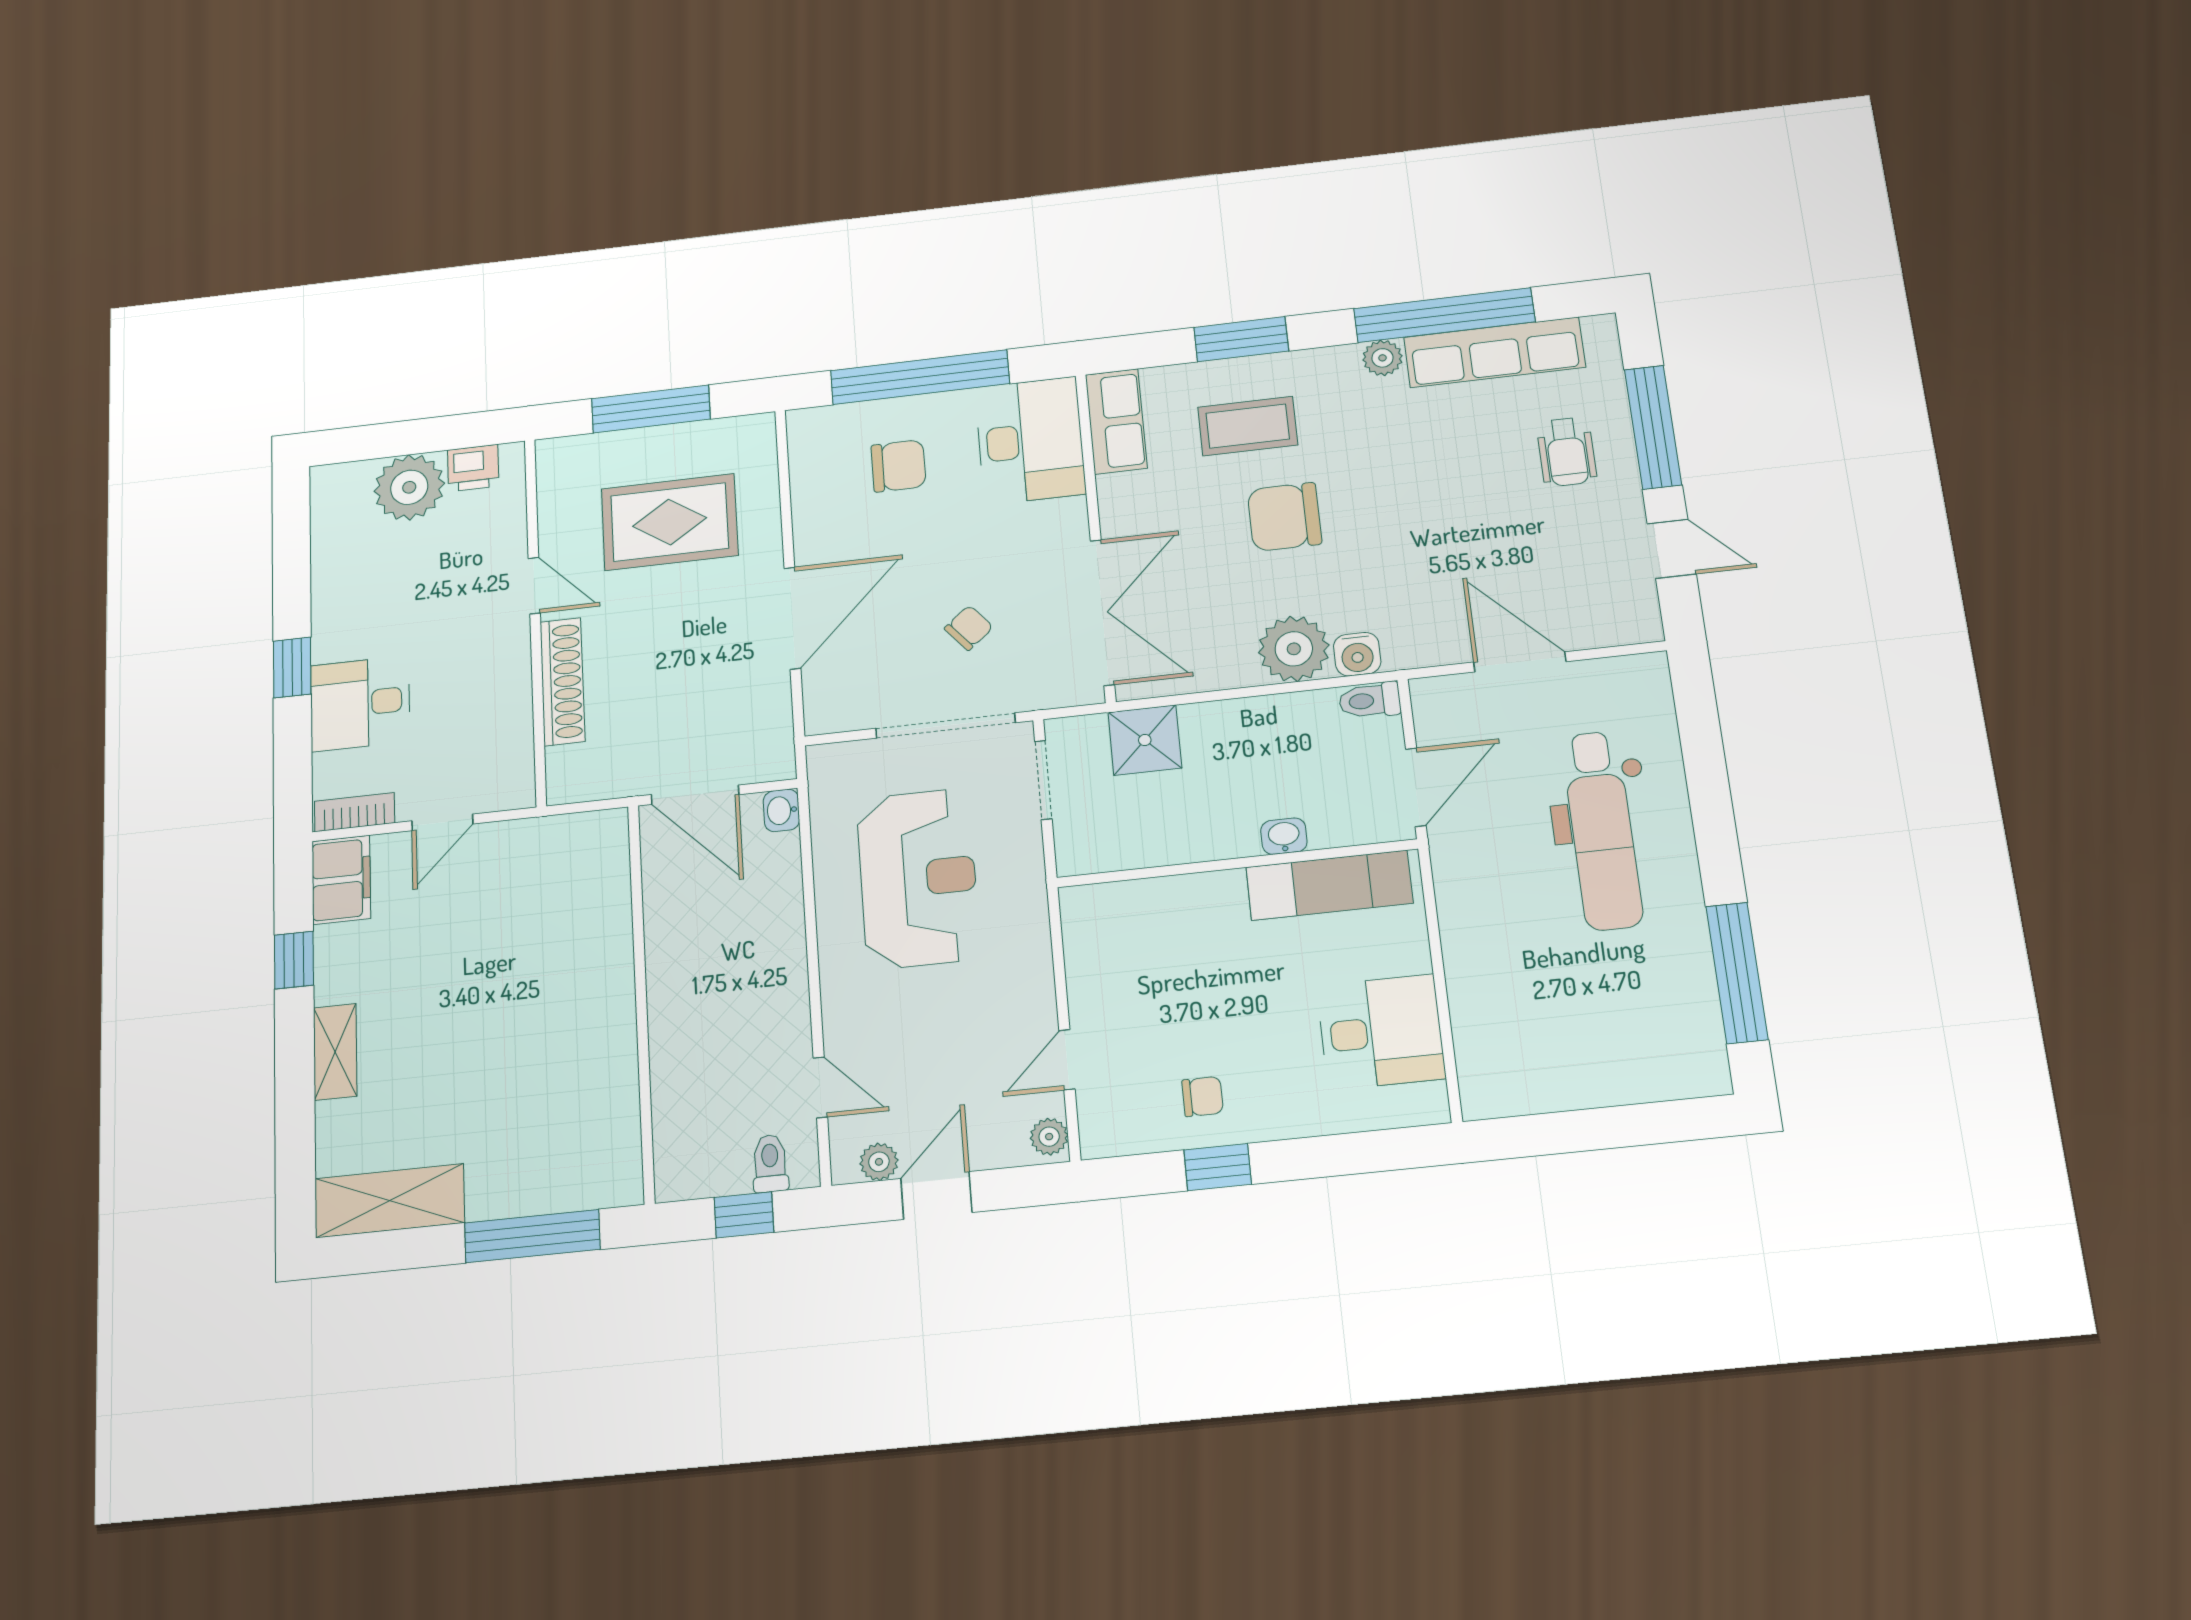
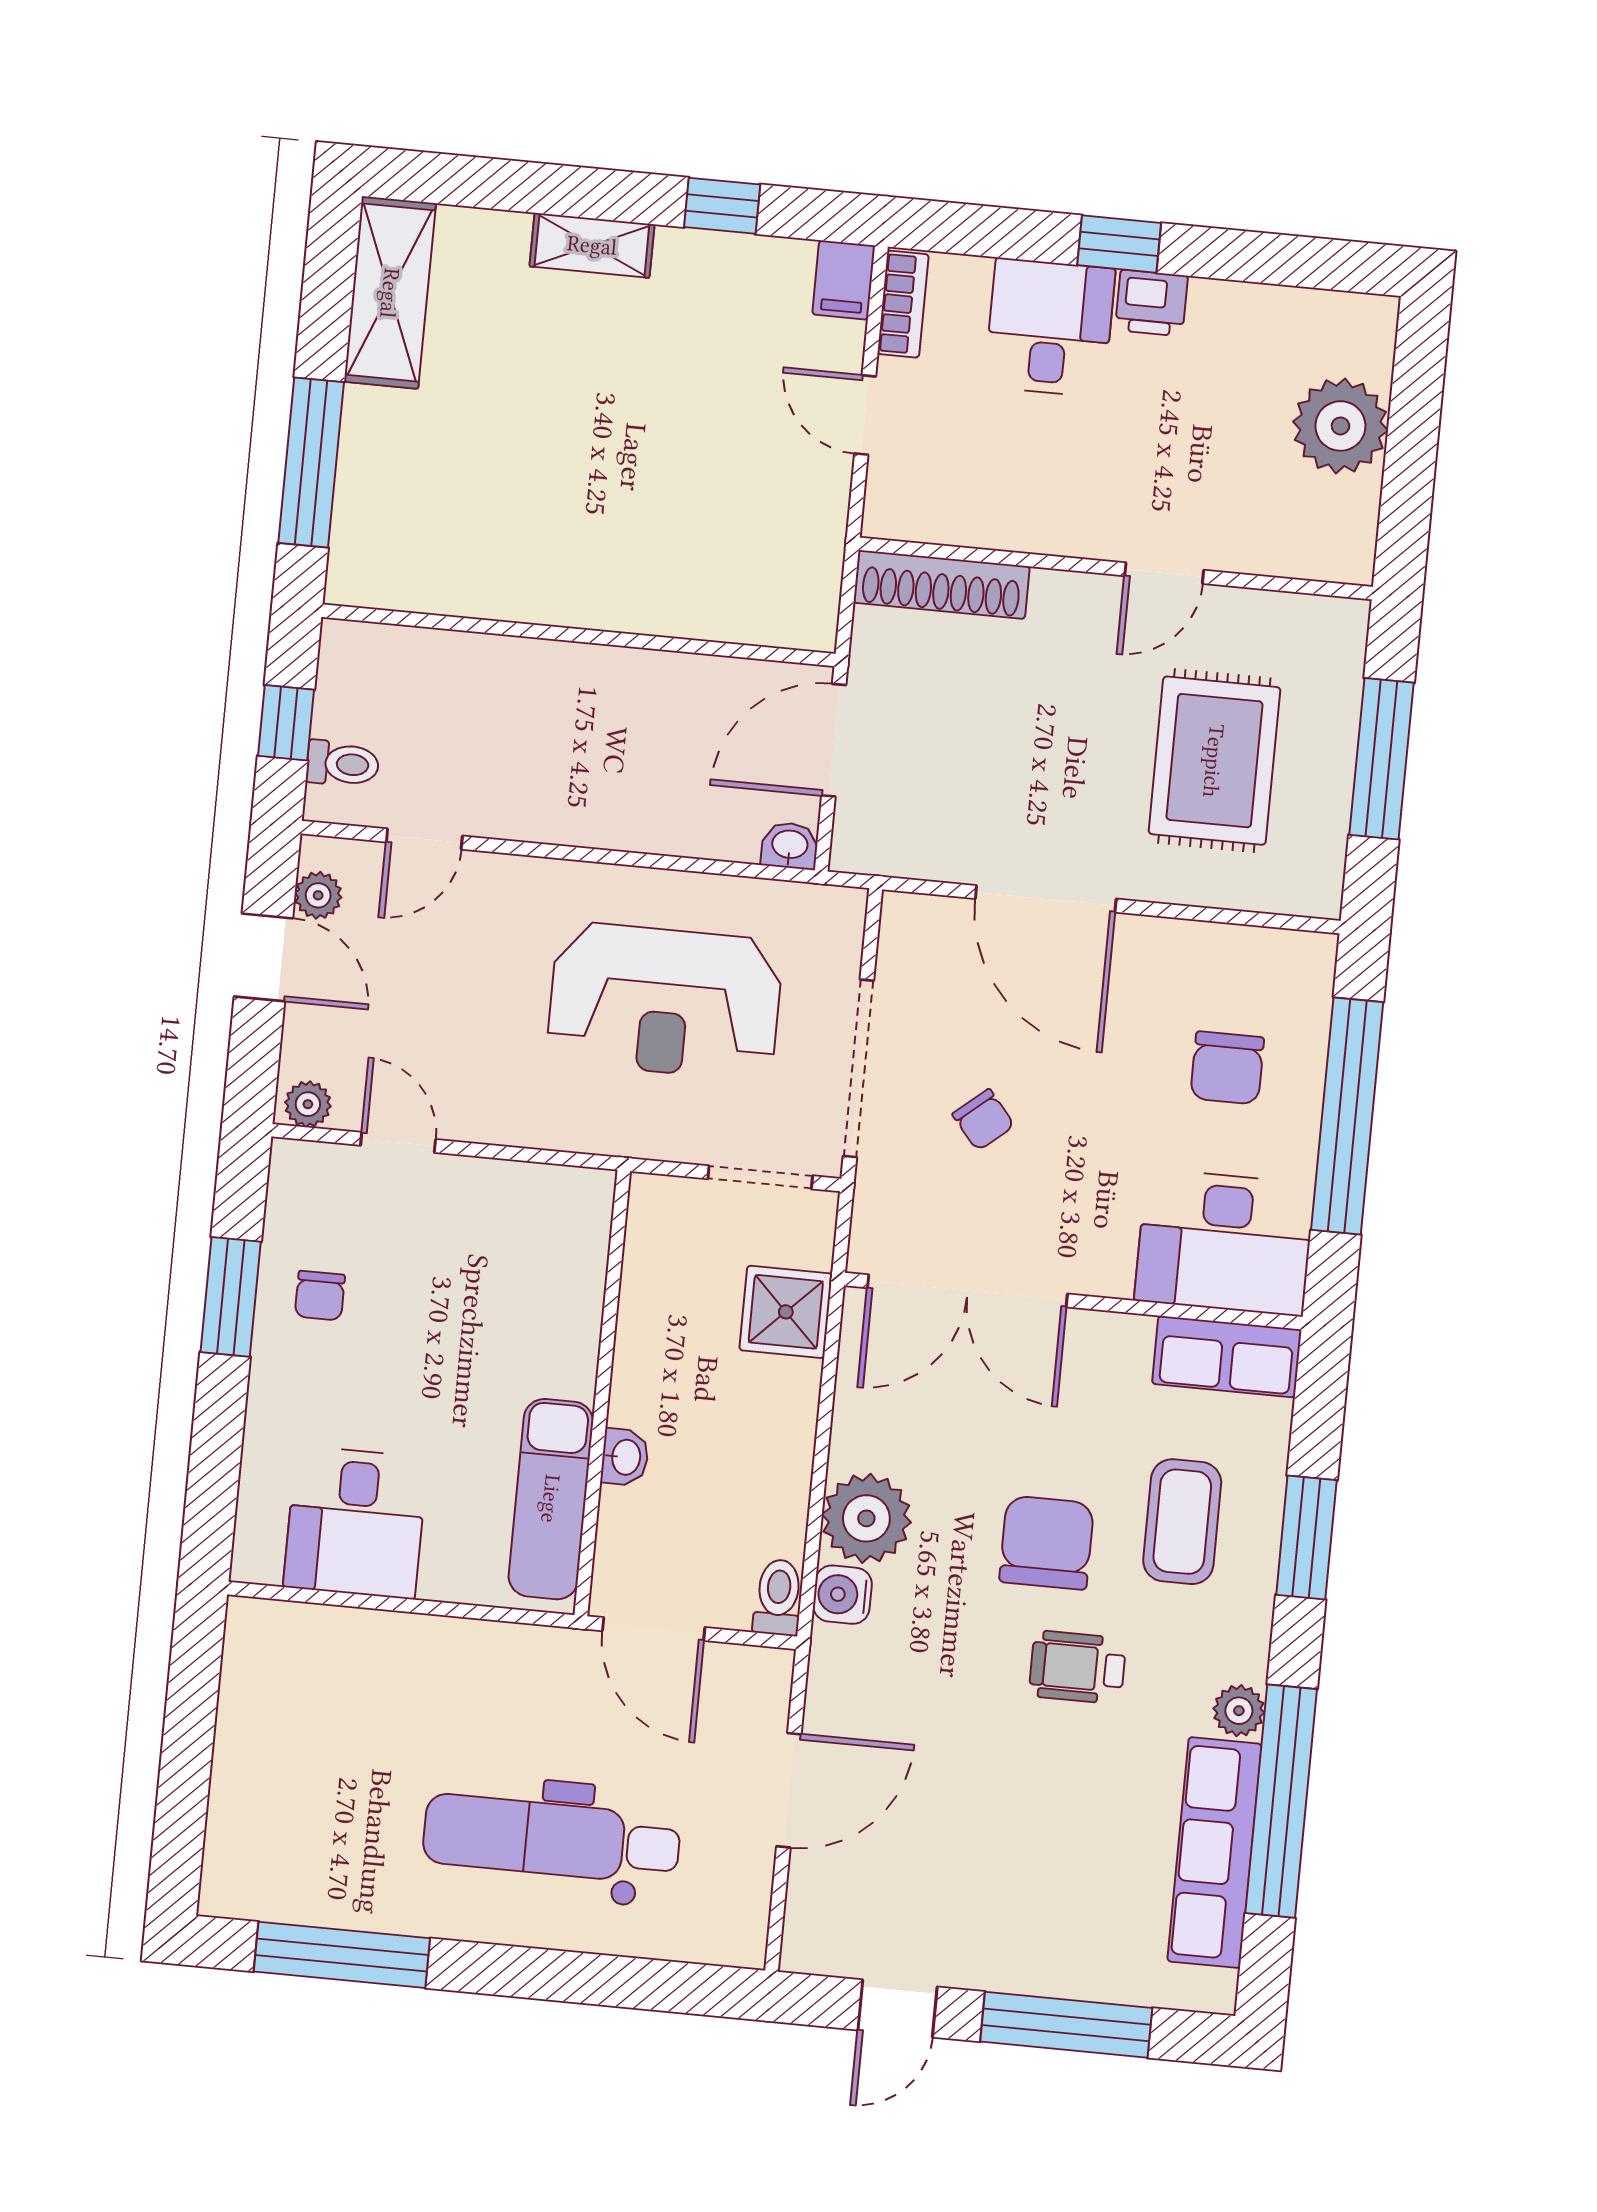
wheelchair: (1567, 452) -> (1078, 1667), moved
printer: (473, 468) -> (1152, 303), moved, turned -90
shoe rack: (562, 682) -> (942, 585), moved
filing cabinet: (341, 880) -> (844, 280), width x0.50
window: (1218, 1167) -> (231, 1297), width x1.50

